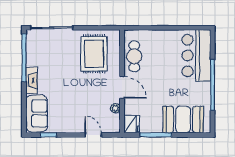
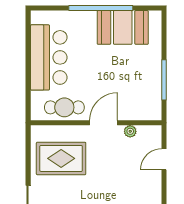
bar counter: (196, 56) -> (49, 57), moved, turned -90
booth: (183, 120) -> (123, 27), moved, turned 90
fridge: (132, 124) -> (150, 111), removed

